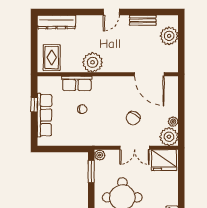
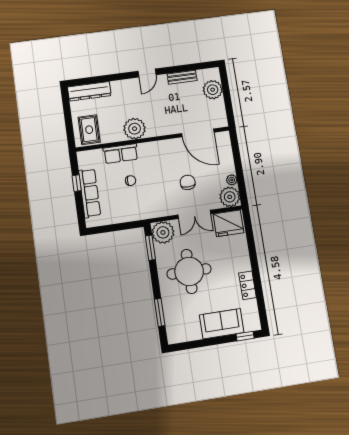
chair: (133, 118) -> (188, 182), turned 151
plant: (100, 155) -> (163, 232), width x1.88, depth x1.88

